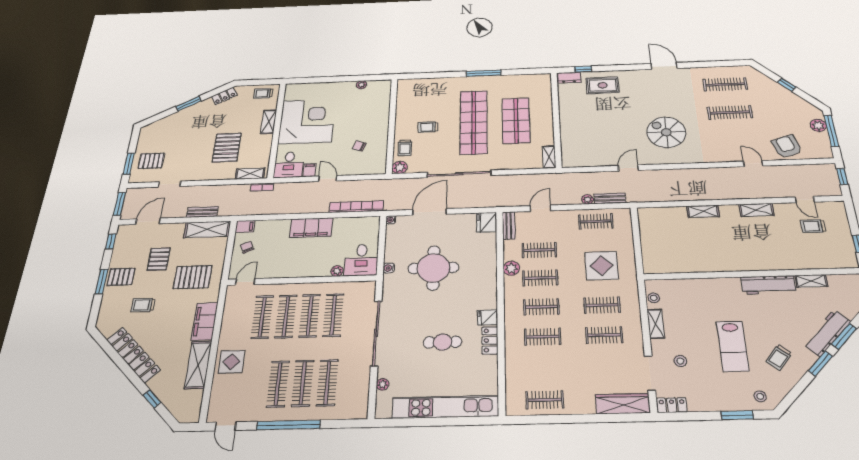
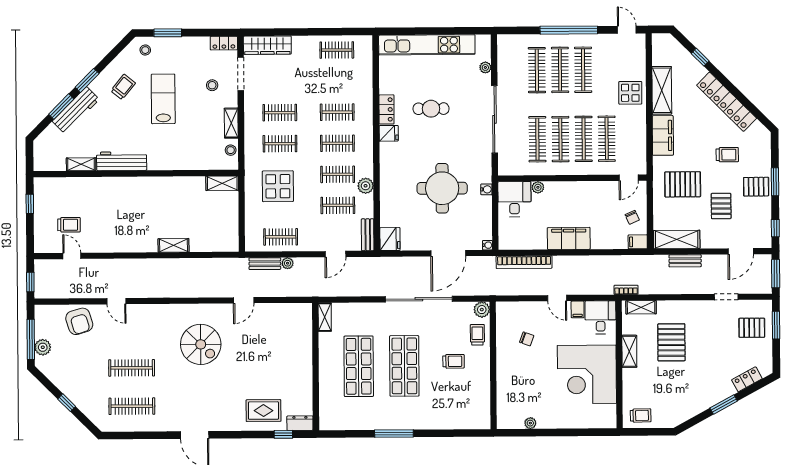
locker: (224, 96) -> (747, 379), moved
shelving: (269, 122) -> (629, 351), moved
shop shelf: (474, 122) -> (404, 366), width x0.71
shelving: (757, 210) -> (222, 183), moved

